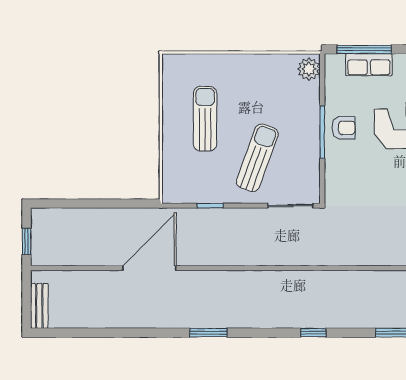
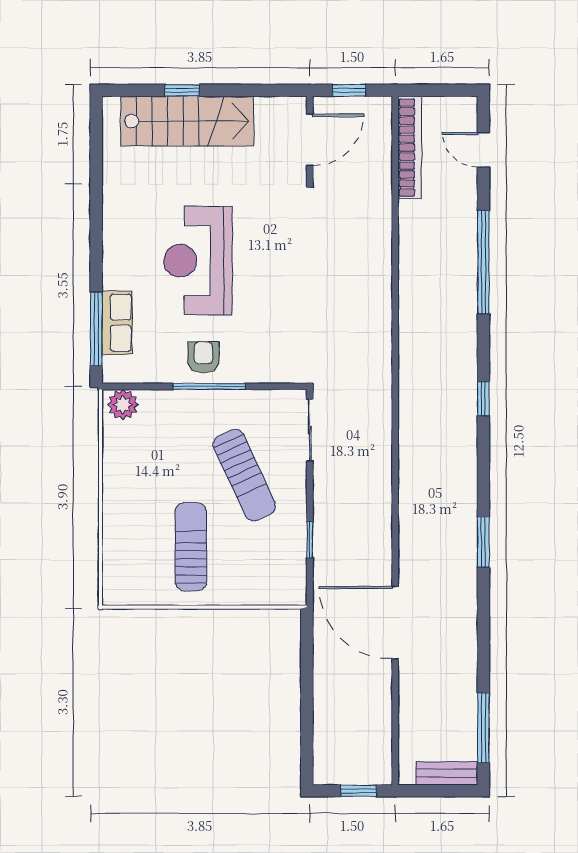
sun lounger: (205, 119) -> (191, 547), turned 90
sun lounger: (257, 158) -> (244, 475), turned -135
window: (73, 333) -> (483, 728), added

